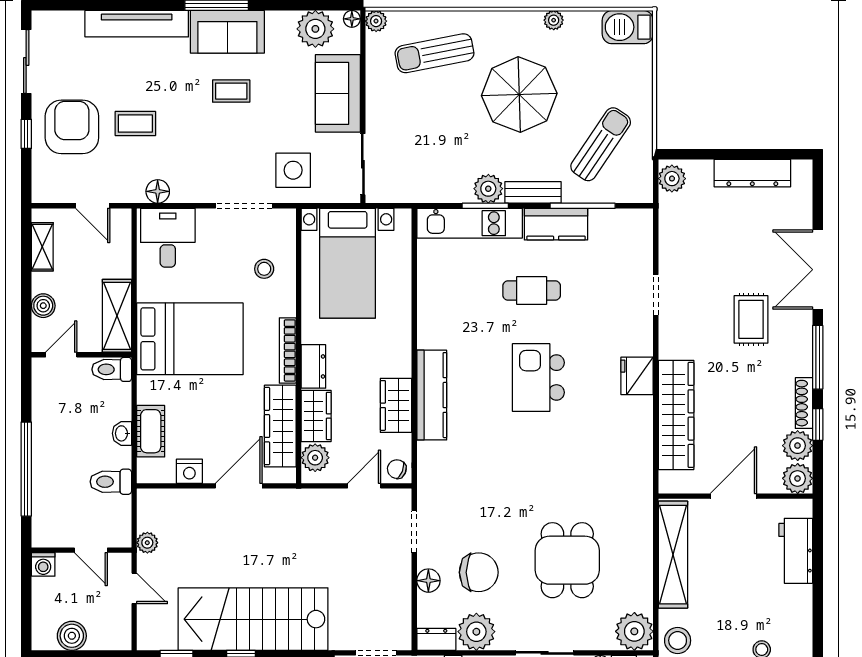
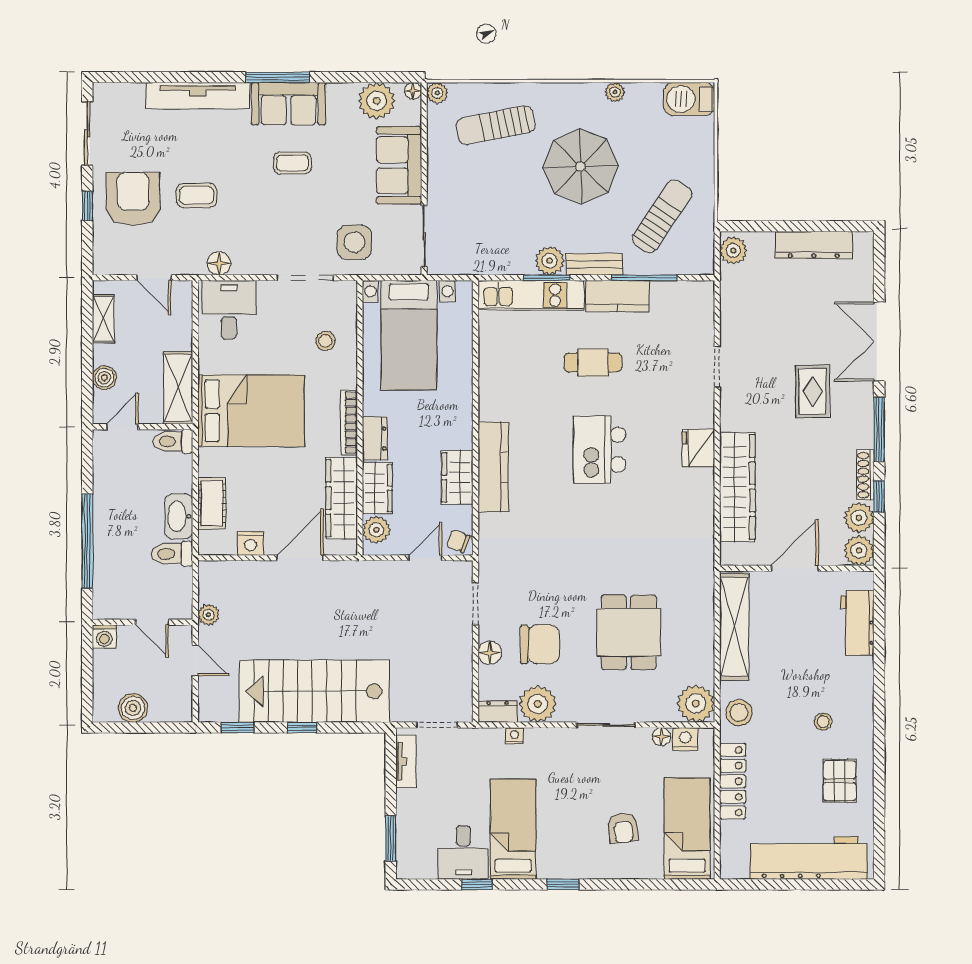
washbasin: (122, 433) -> (179, 516), width x1.91, depth x1.45

